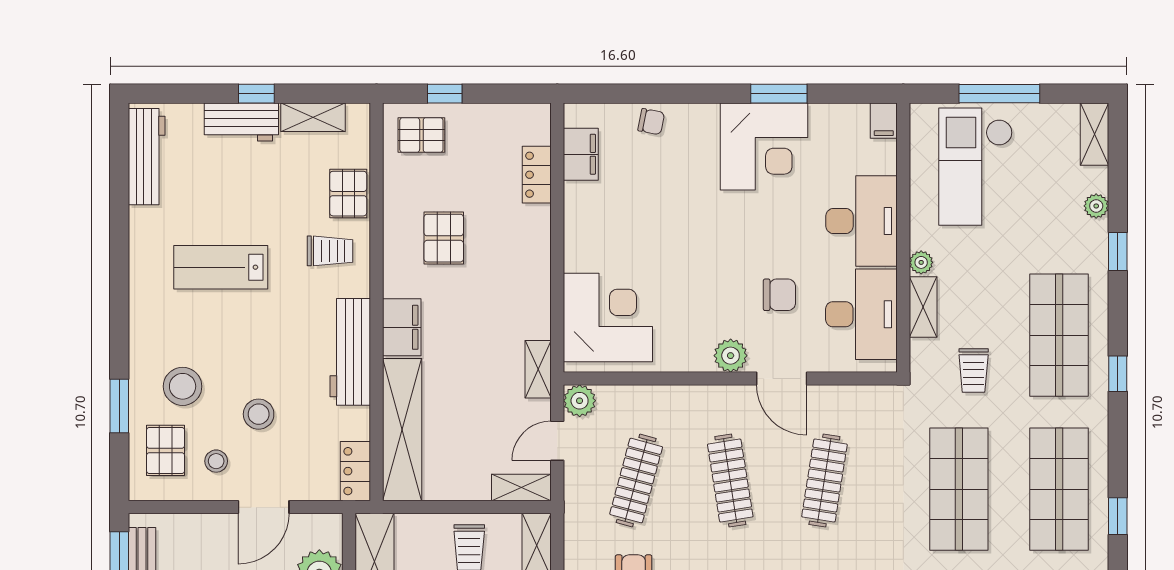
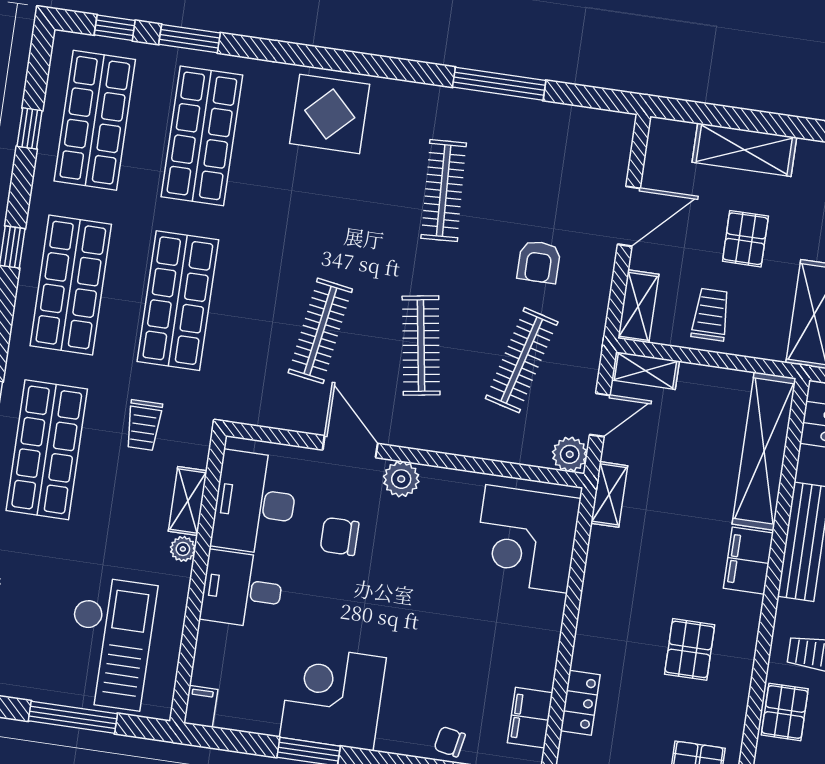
desk: (862, 221) -> (242, 589), width x0.73
trolley: (974, 371) -> (144, 425), turned 180

